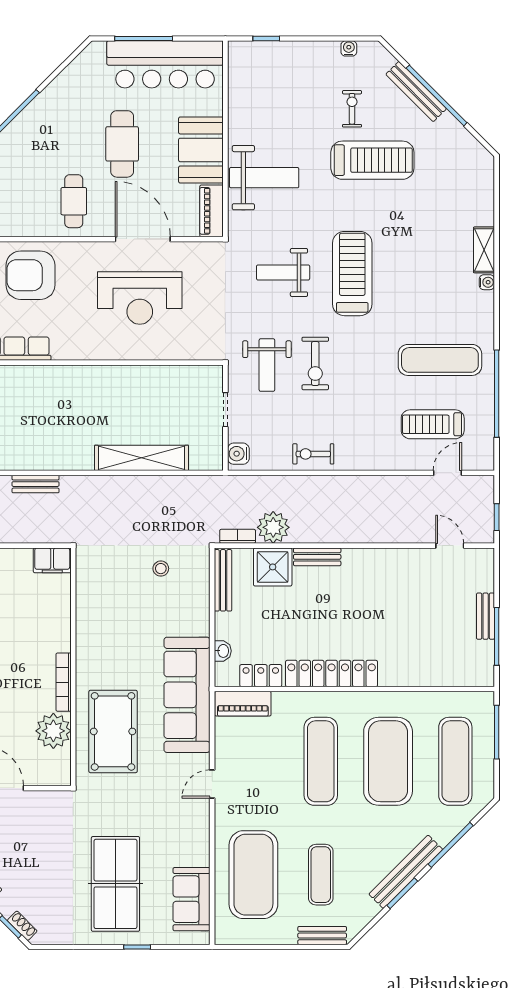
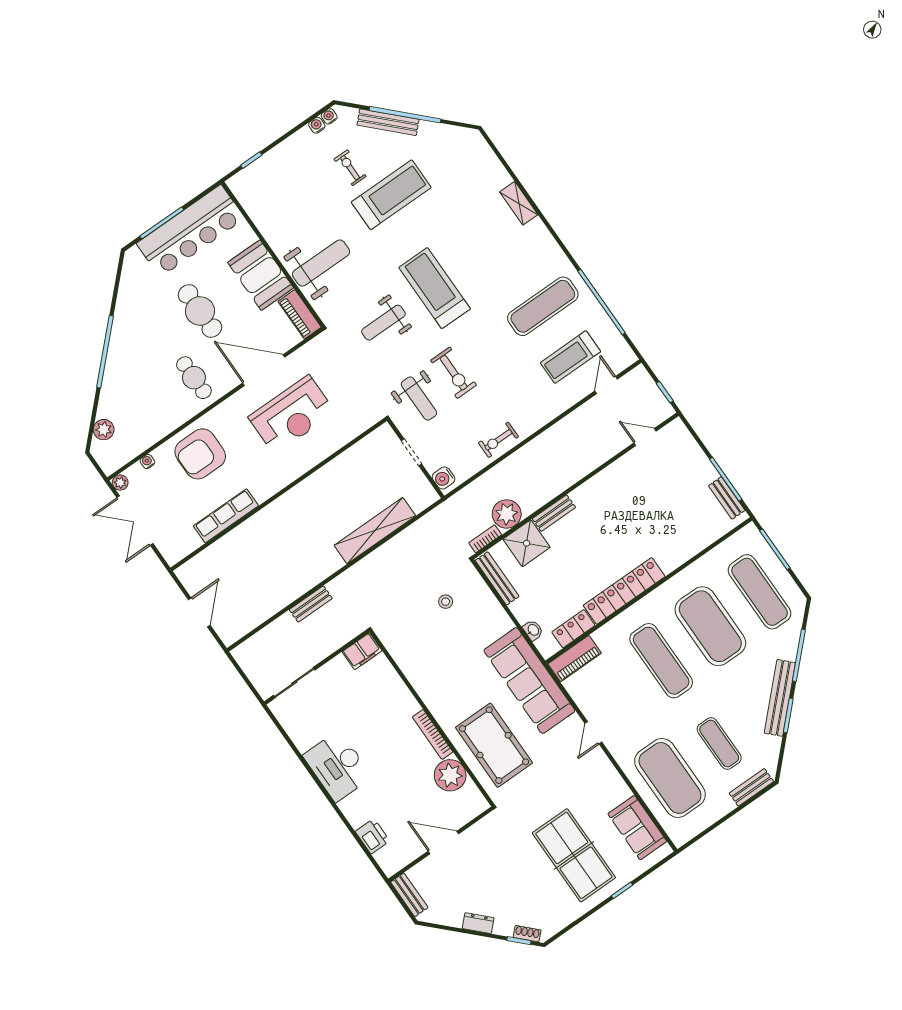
water cooler: (487, 282) -> (329, 116), moved, turned -90
bench: (486, 616) -> (727, 498), moved

